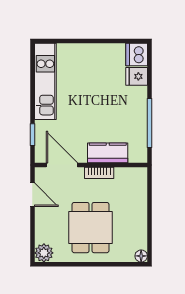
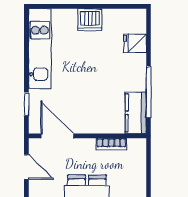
dishwasher: (137, 55) -> (90, 20), moved, turned -90
kitchen counter: (108, 153) -> (136, 113), moved, turned -90
bookcase: (99, 173) -> (111, 144), moved

